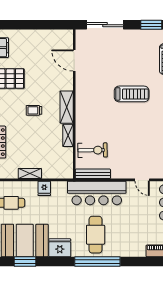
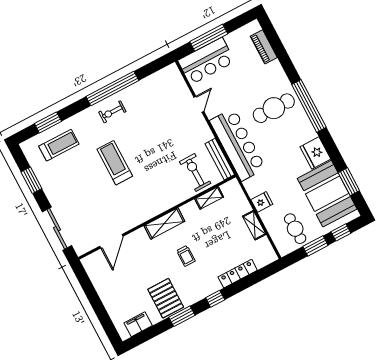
shelving: (68, 135) -> (209, 198), moved
cafe table: (96, 235) -> (274, 108), moved

